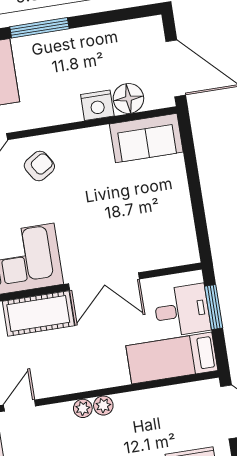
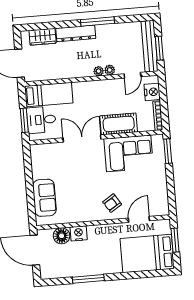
window: (39, 28) -> (88, 279), moved
sofa: (146, 138) -> (44, 198), moved, turned 90
plant: (103, 406) -> (110, 70), moved

